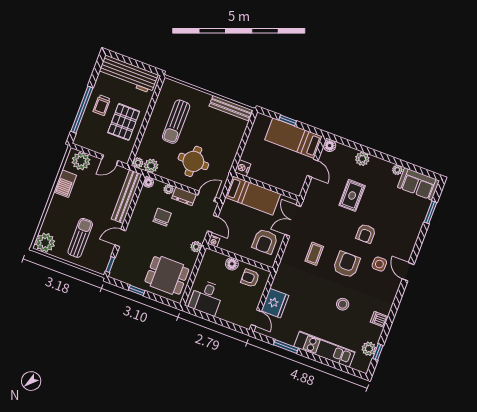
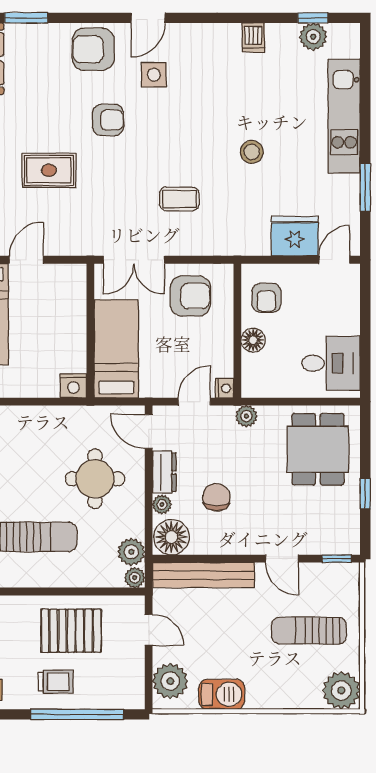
floor lamp: (148, 182) -> (172, 537), width x1.89, depth x1.89
chair: (162, 217) -> (216, 497), turned 90
armchair: (347, 265) -> (93, 49), moved
stool: (343, 304) -> (252, 152), moved

